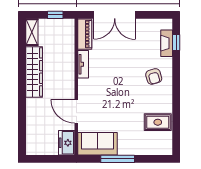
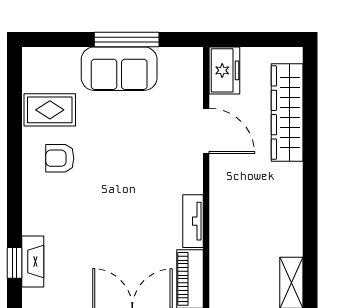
wardrobe: (34, 72) -> (287, 113), moved
armchair: (154, 76) -> (60, 158), moved, turned -73
sofa: (97, 144) -> (119, 69), moved

